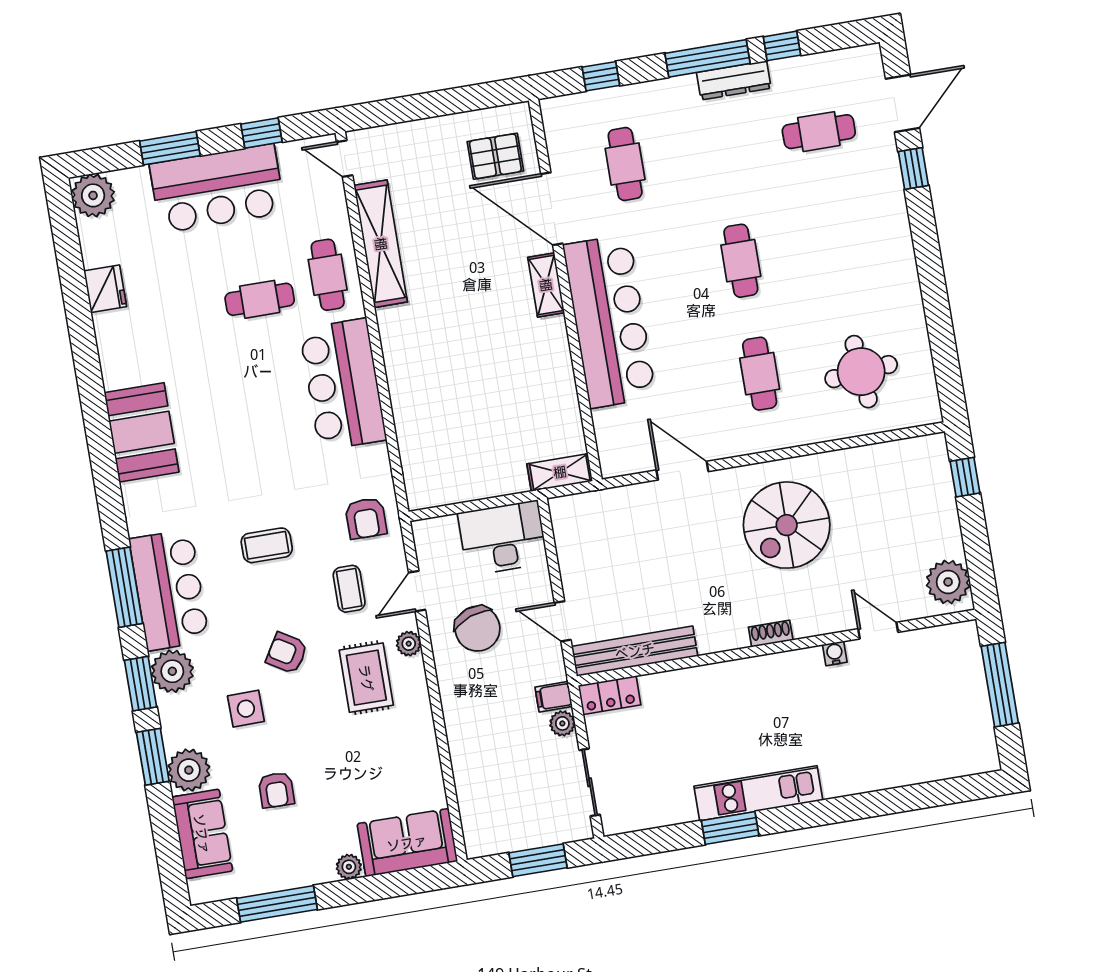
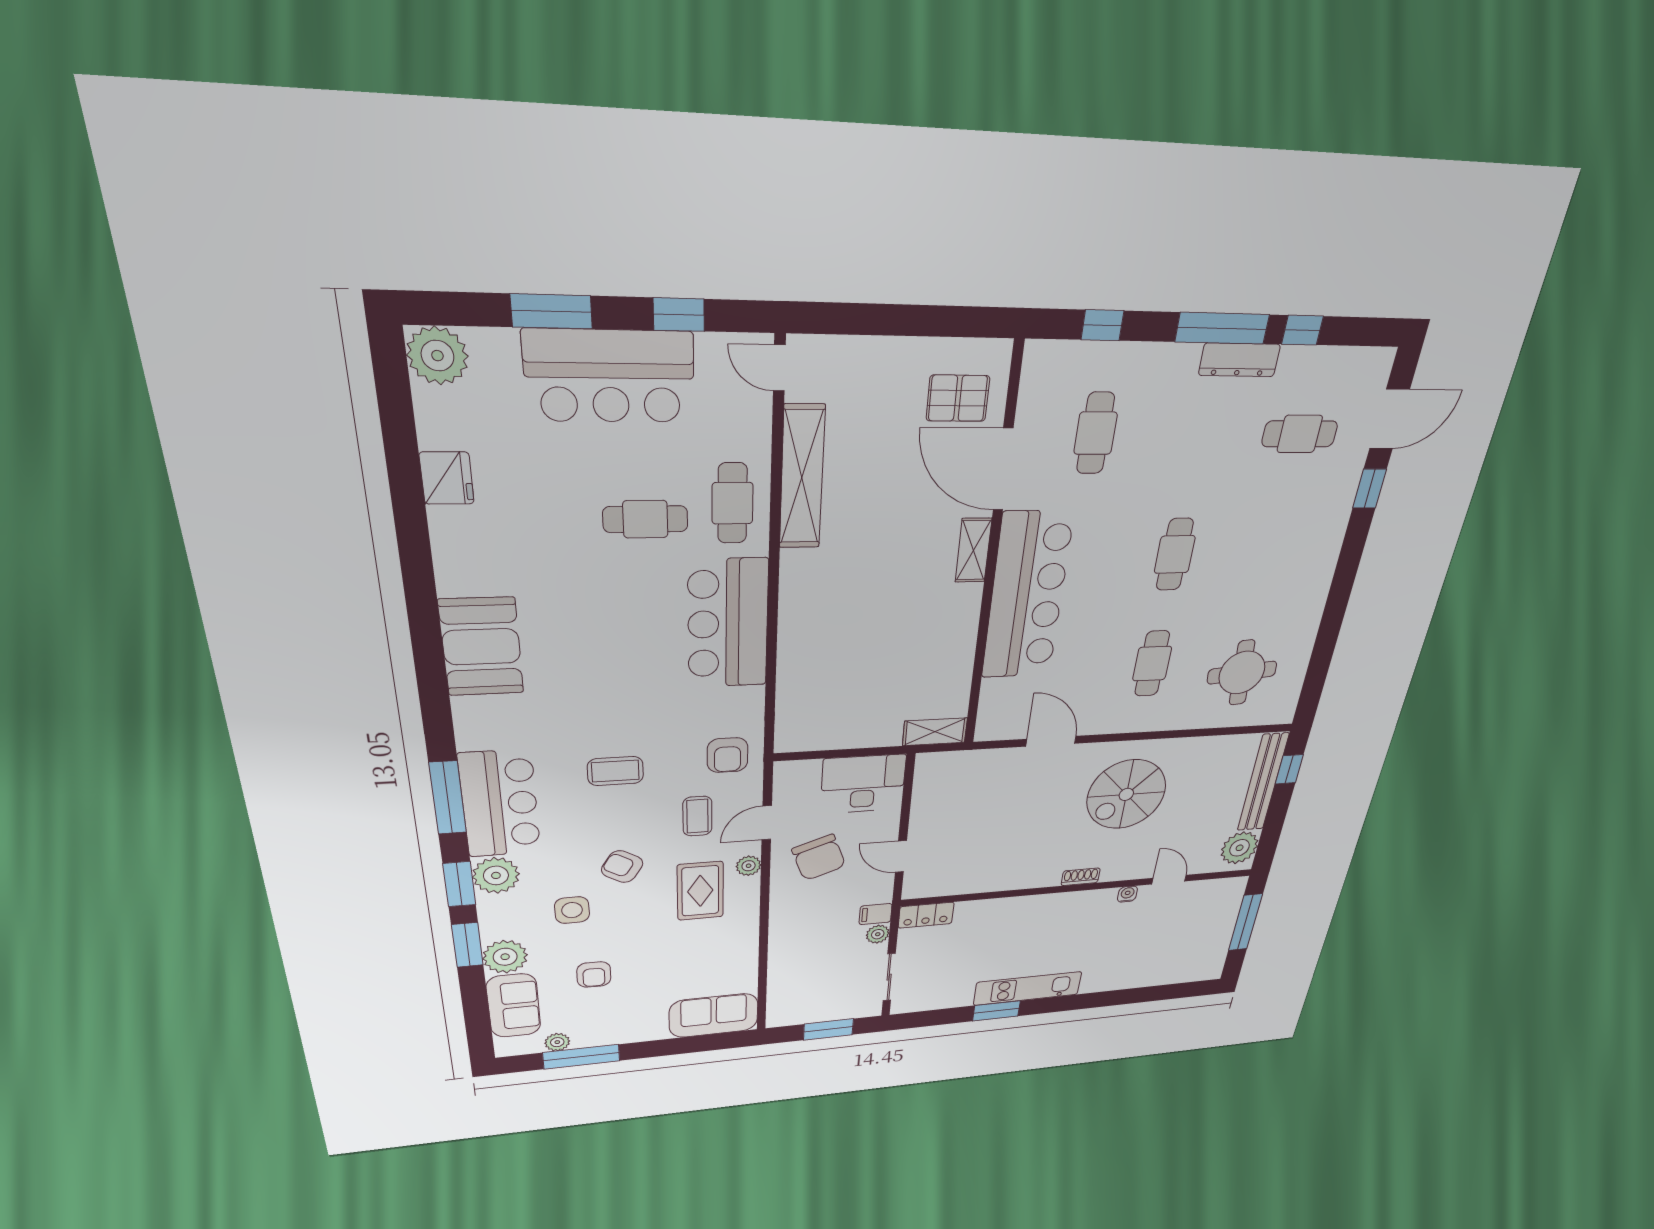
bench: (635, 651) -> (1263, 782), moved, turned 90
plant: (349, 867) -> (557, 1042), moved

